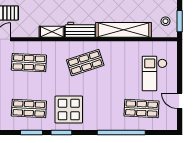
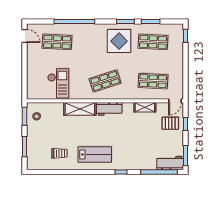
shelving: (124, 30) -> (80, 109), width x0.68
shelving: (52, 32) -> (145, 107), moved
checkout: (155, 73) -> (58, 83), moved
door: (180, 101) -> (25, 36), moved

